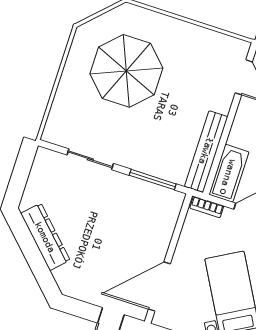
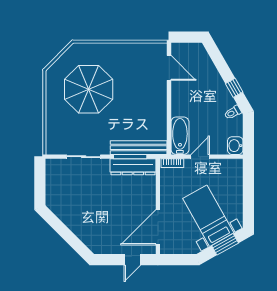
bench: (206, 151) -> (139, 148), moved, turned 90
dresser: (45, 237) -> (133, 167), moved, turned 135

